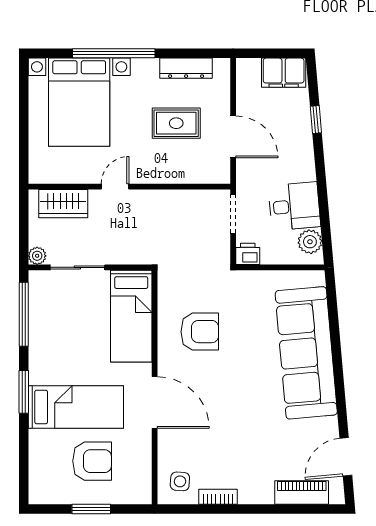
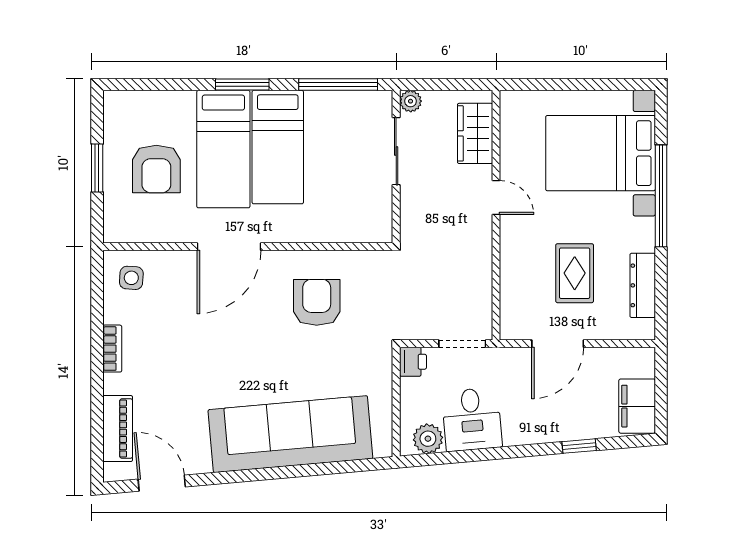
bed: (131, 316) -> (278, 147), moved, turned -90
armchair: (200, 332) -> (317, 302), turned 180
bookcase: (218, 497) -> (112, 349), moved

